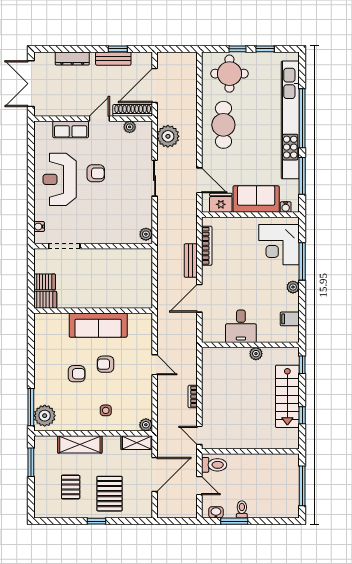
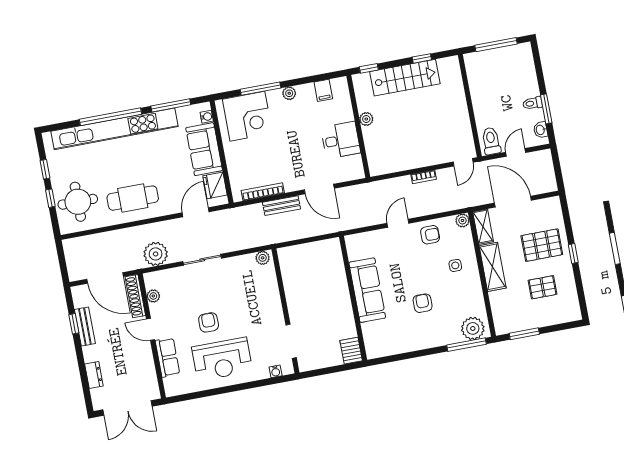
dresser: (72, 59) -> (94, 375), width x0.70
server rack: (45, 282) -> (333, 355), removed
armchair: (106, 364) -> (430, 235), moved, turned -90
shelving: (80, 444) -> (493, 267), moved

